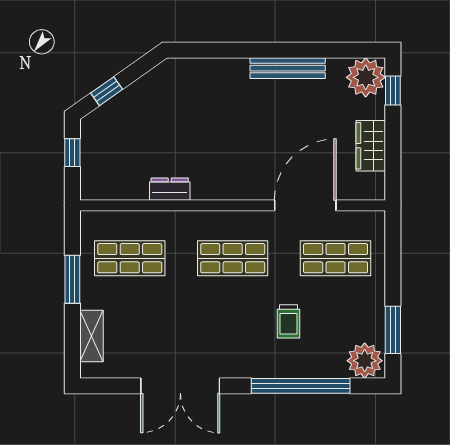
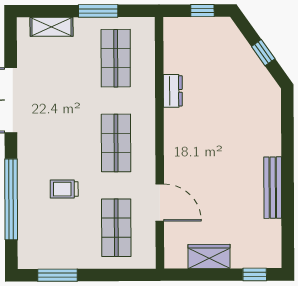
plant: (366, 77) -> (265, 252), removed
window: (107, 91) -> (263, 53), moved
door: (305, 205) -> (160, 203), width x0.73
plant: (365, 361) -> (32, 252), removed

